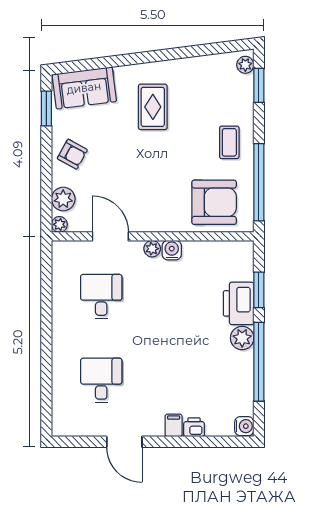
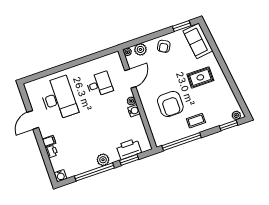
armchair: (214, 202) -> (170, 104), moved
printer: (239, 303) -> (129, 149), moved
desk: (101, 380) -> (59, 98), width x1.87, depth x1.30

